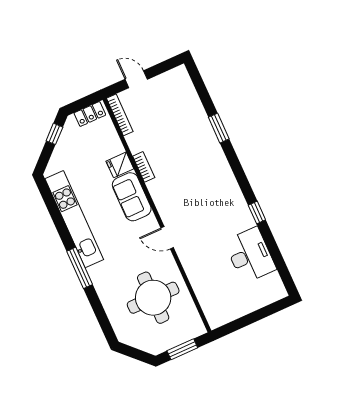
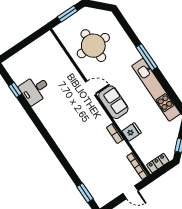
window: (219, 128) -> (85, 193), moved
sofa: (132, 197) -> (113, 102), moved
window: (257, 213) -> (15, 90), moved
desk: (250, 255) -> (35, 90), width x0.73

